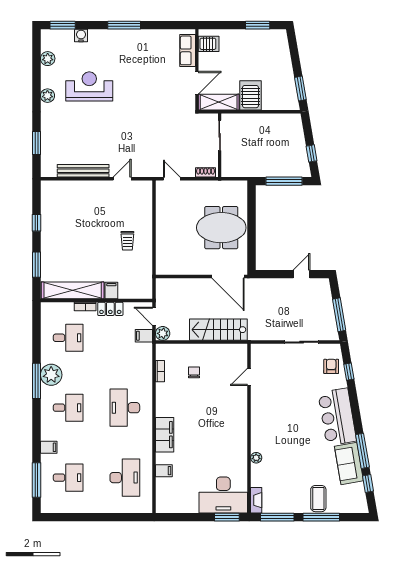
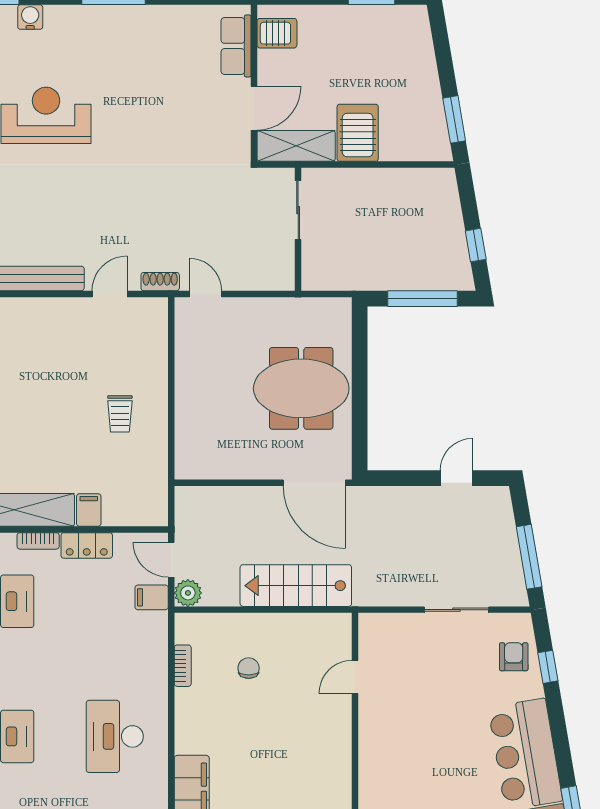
shoe rack: (206, 172) -> (160, 282), moved

